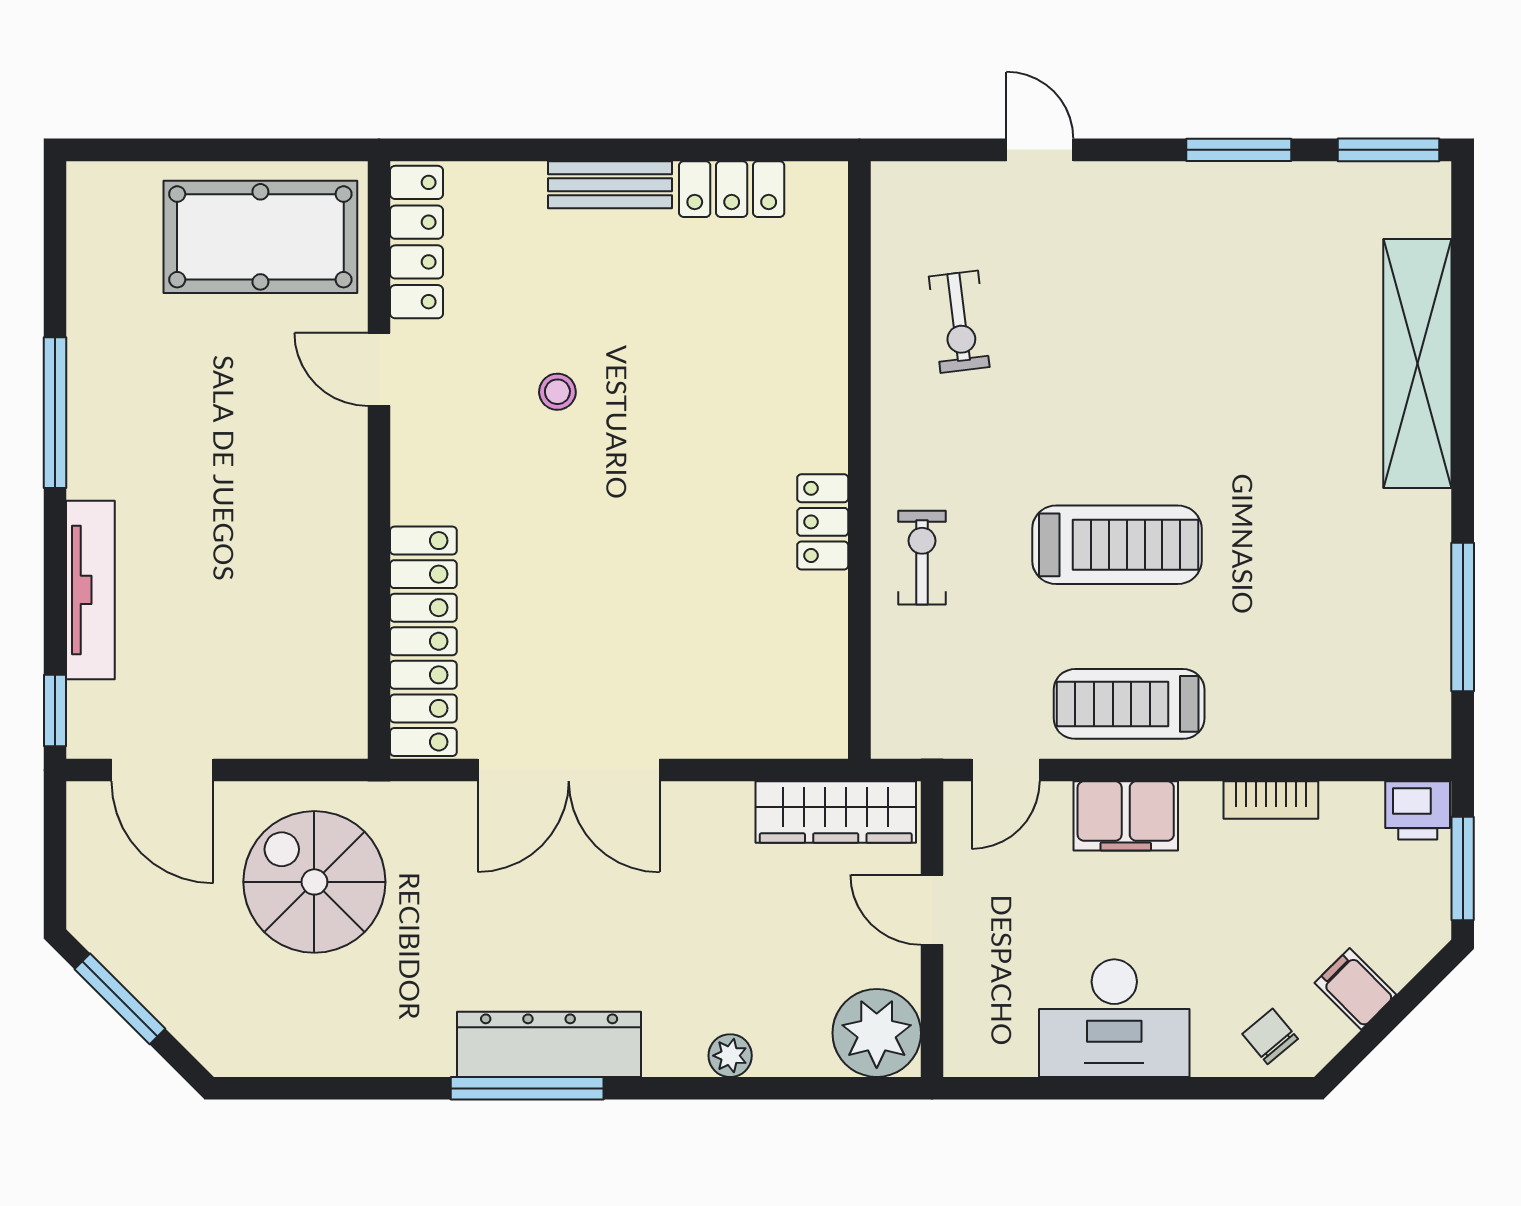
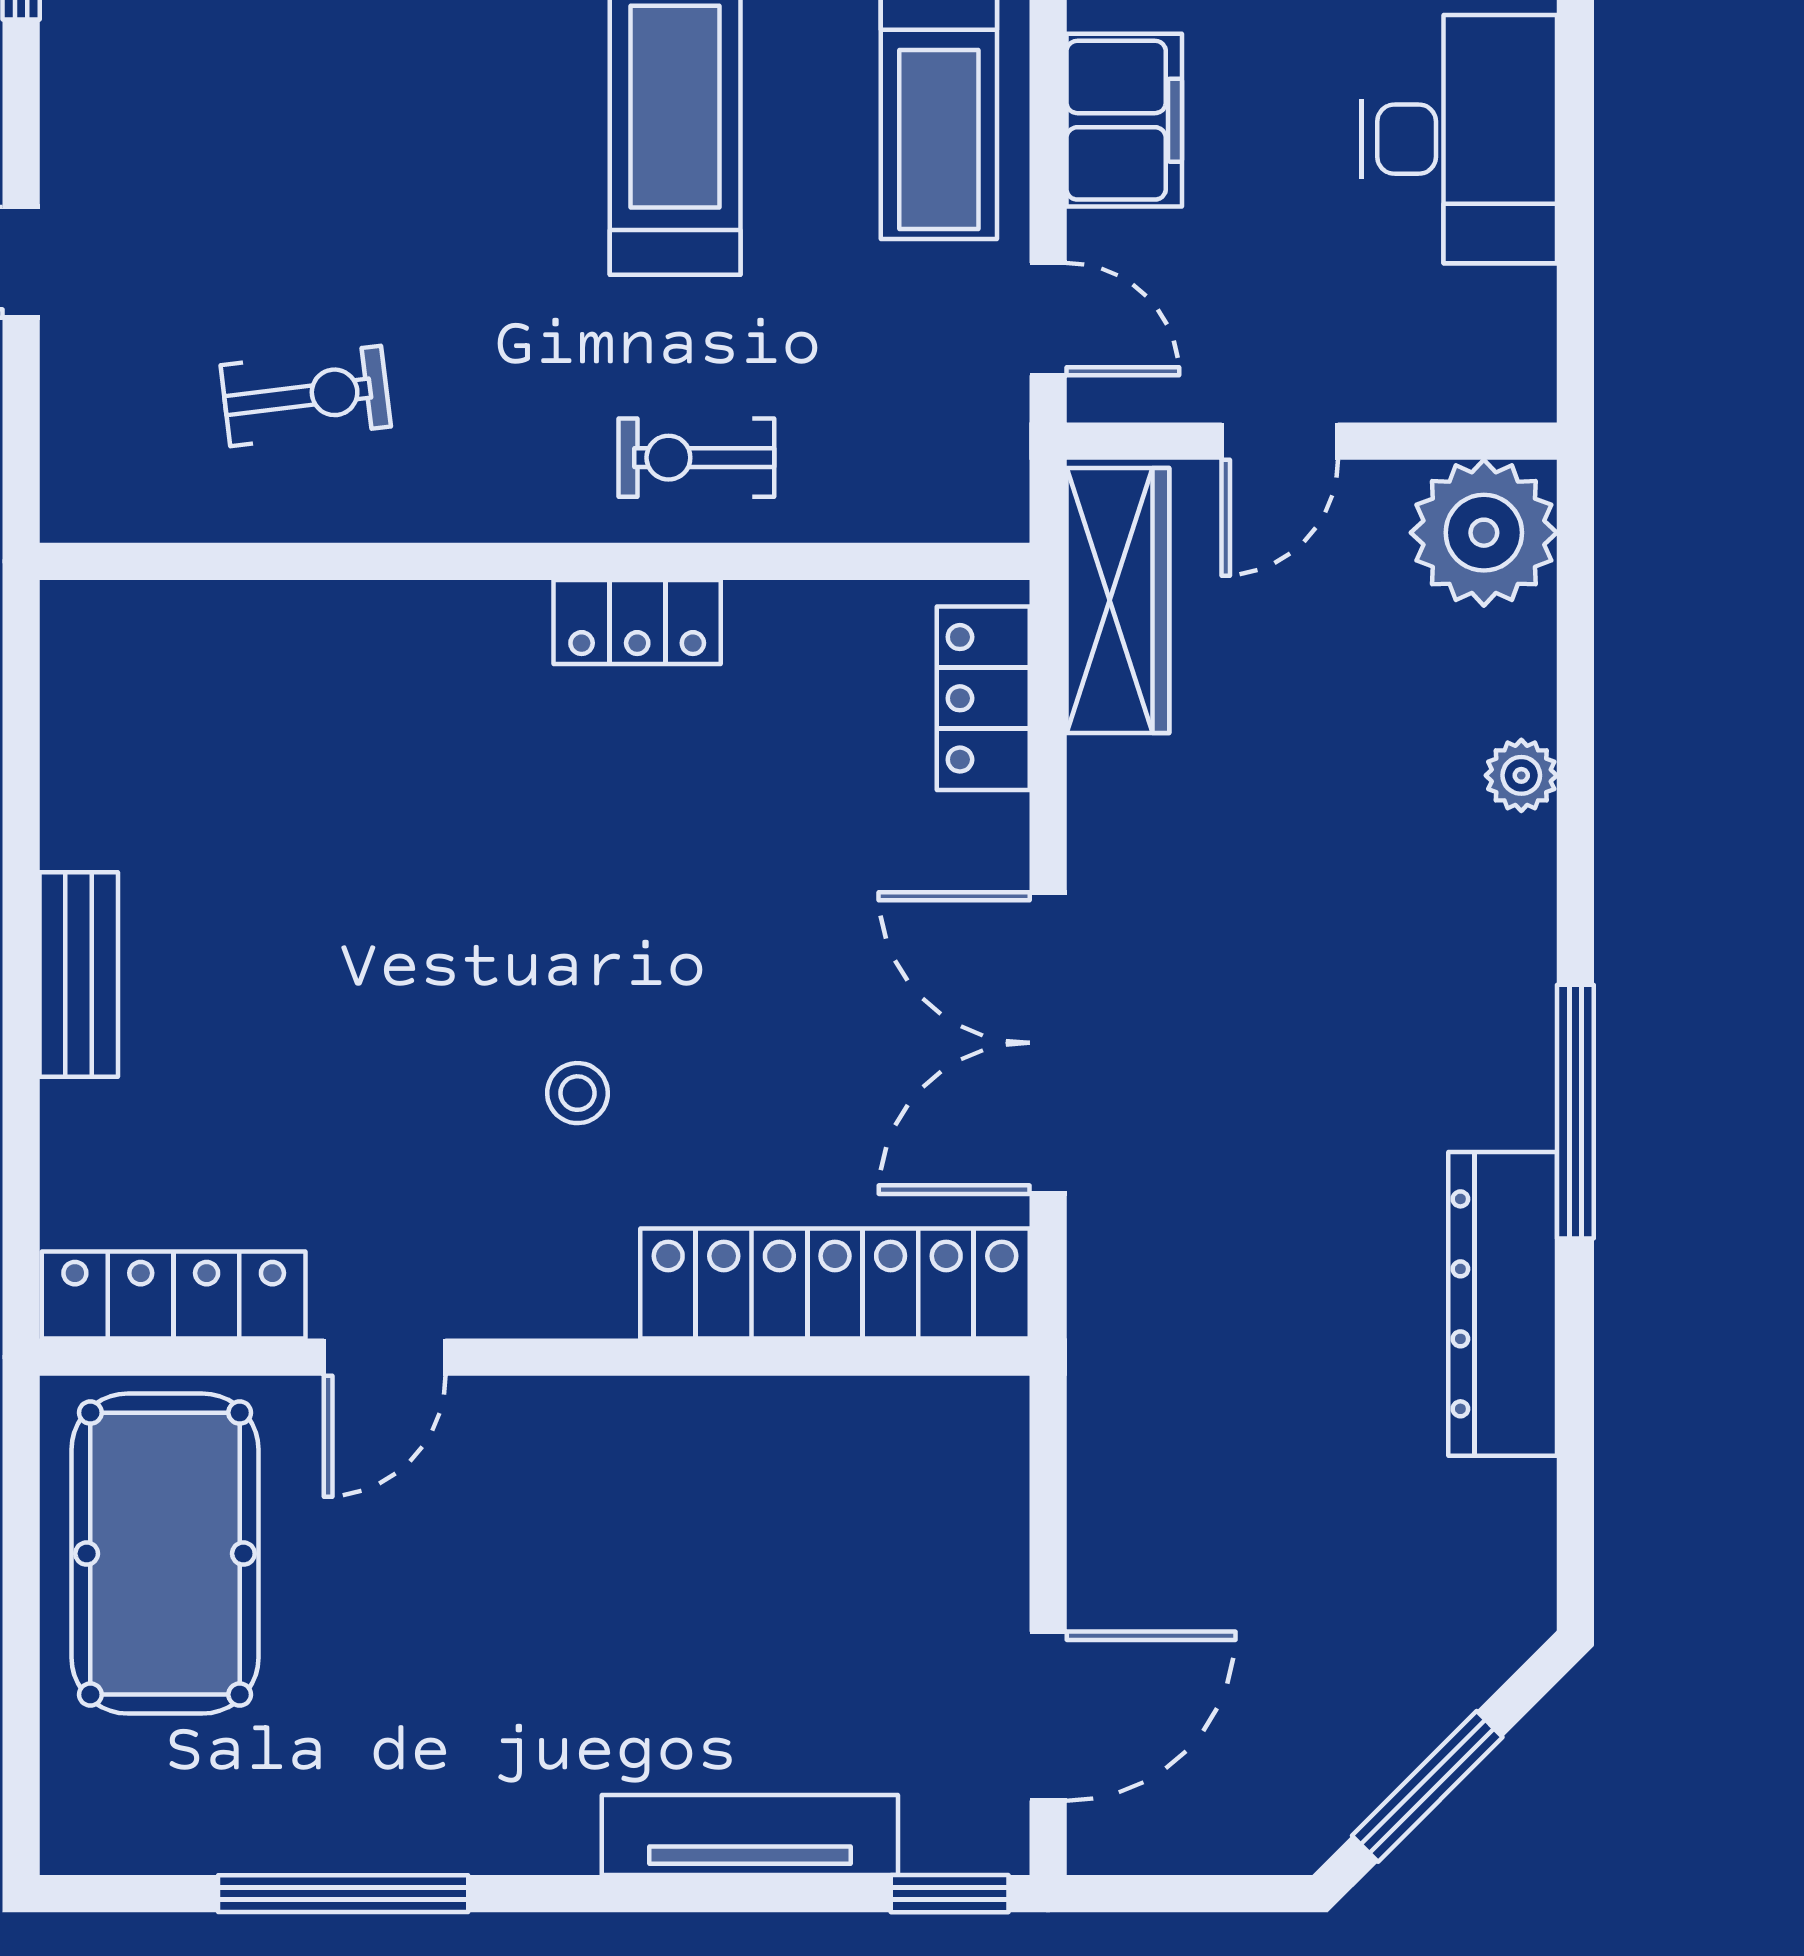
locker: (732, 189) -> (983, 698), moved, turned 180
stool: (557, 392) -> (577, 1093), moved
window: (55, 413) -> (343, 1894), moved
double door: (569, 770) -> (1048, 1043), swing flipped
spiral stairs: (314, 882) -> (1234, 1464), removed
dresser: (549, 1044) -> (1503, 1304), moved

